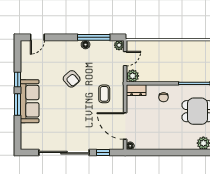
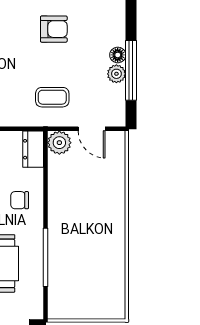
plant: (119, 45) -> (116, 74), moved
armchair: (72, 79) -> (54, 29), turned -139
coffee table: (104, 94) -> (52, 97), moved

